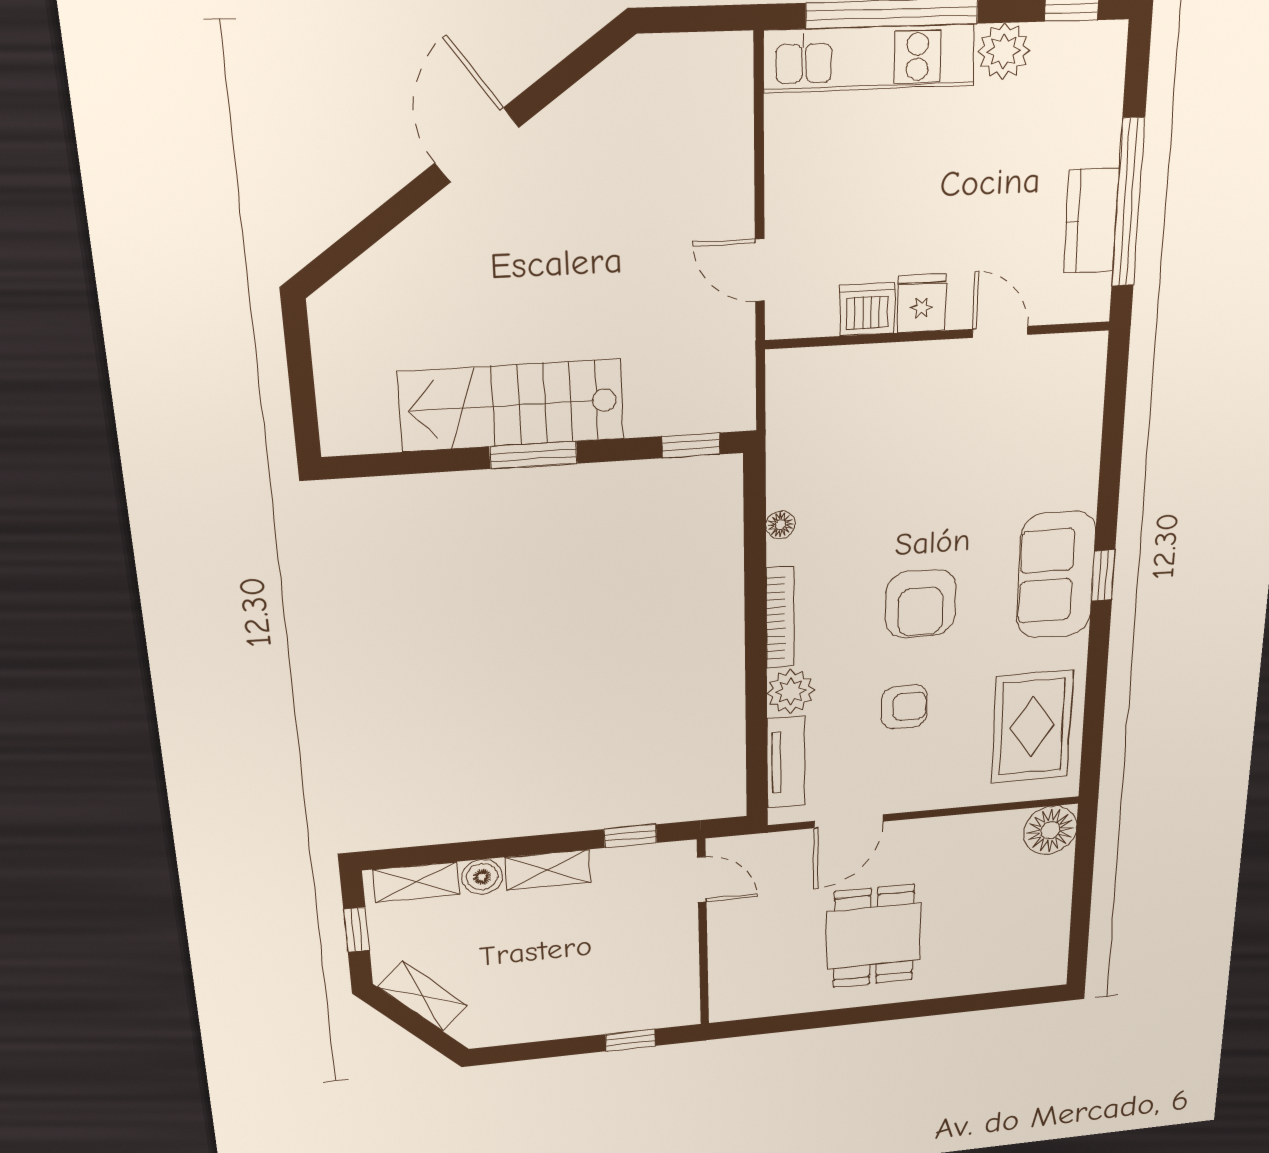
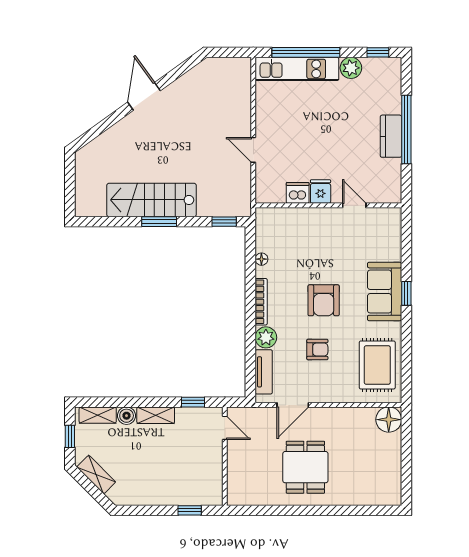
fridge: (922, 303) -> (321, 192), moved
dishwasher: (867, 309) -> (298, 193), moved
door: (1000, 332) -> (354, 205), moved
wall: (939, 335) -> (328, 205), moved

